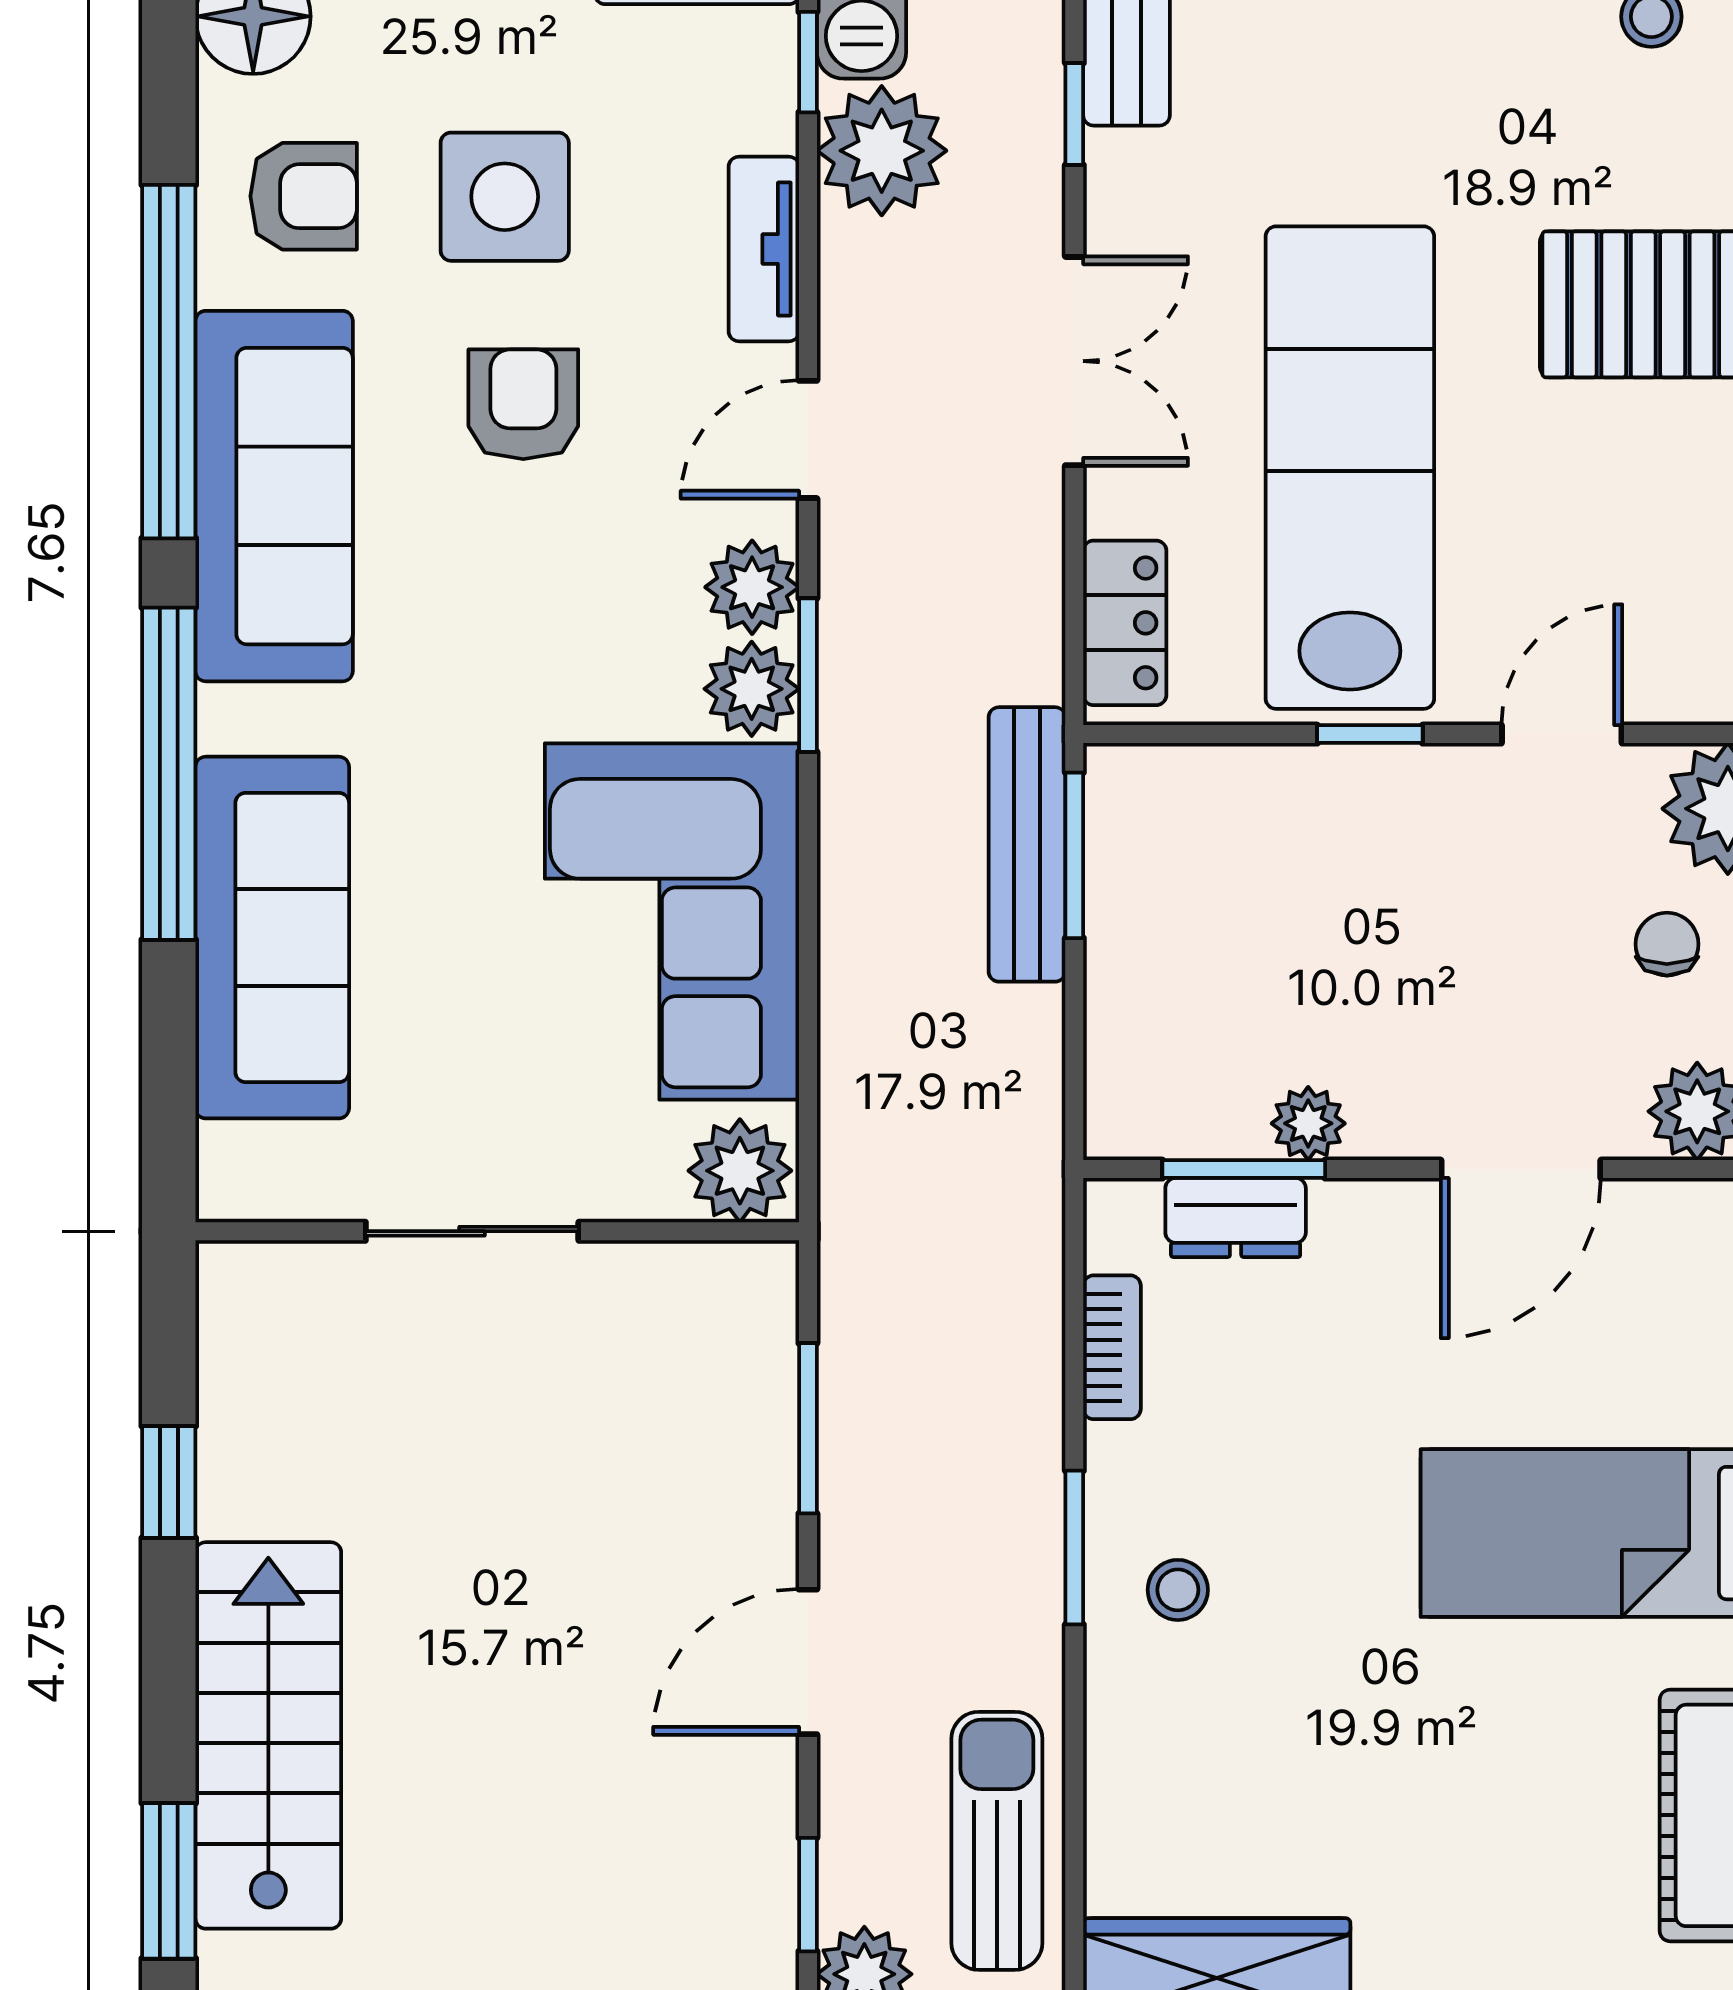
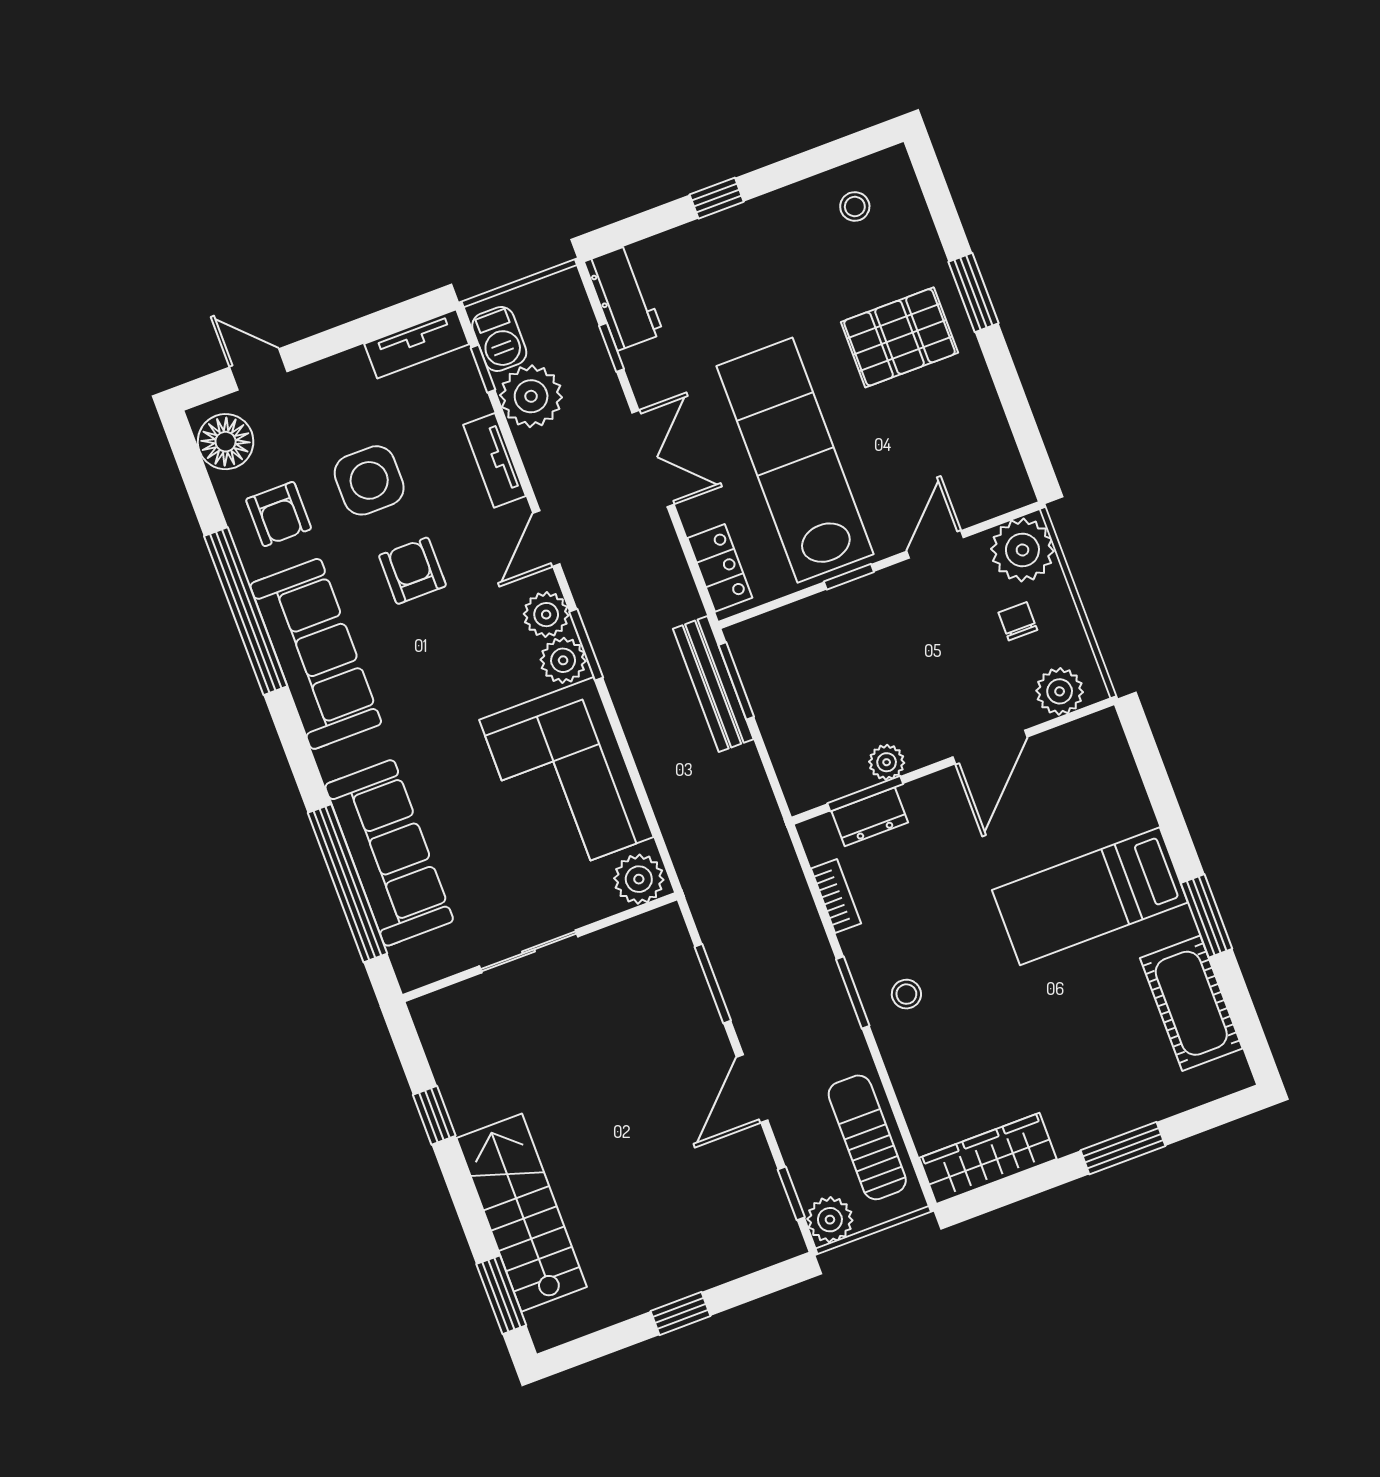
armchair: (304, 196) -> (279, 514), turned 90
window: (169, 774) -> (347, 883), moved

